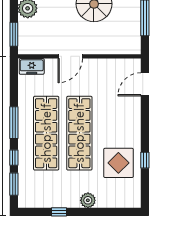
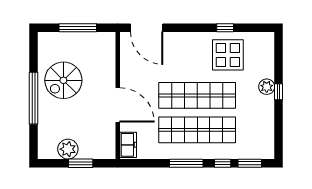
window: (14, 34) -> (81, 163), moved
door: (70, 56) -> (118, 105), width x1.36
door: (145, 84) -> (147, 28), width x1.36
window: (59, 212) -> (279, 92), moved

